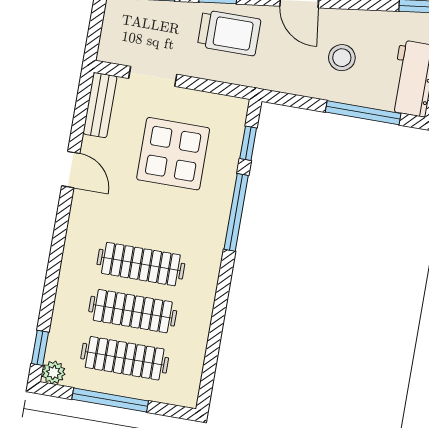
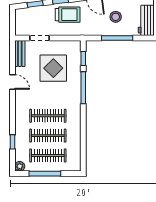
window: (363, 113) -> (117, 38), moved
window: (40, 348) -> (12, 142), moved

